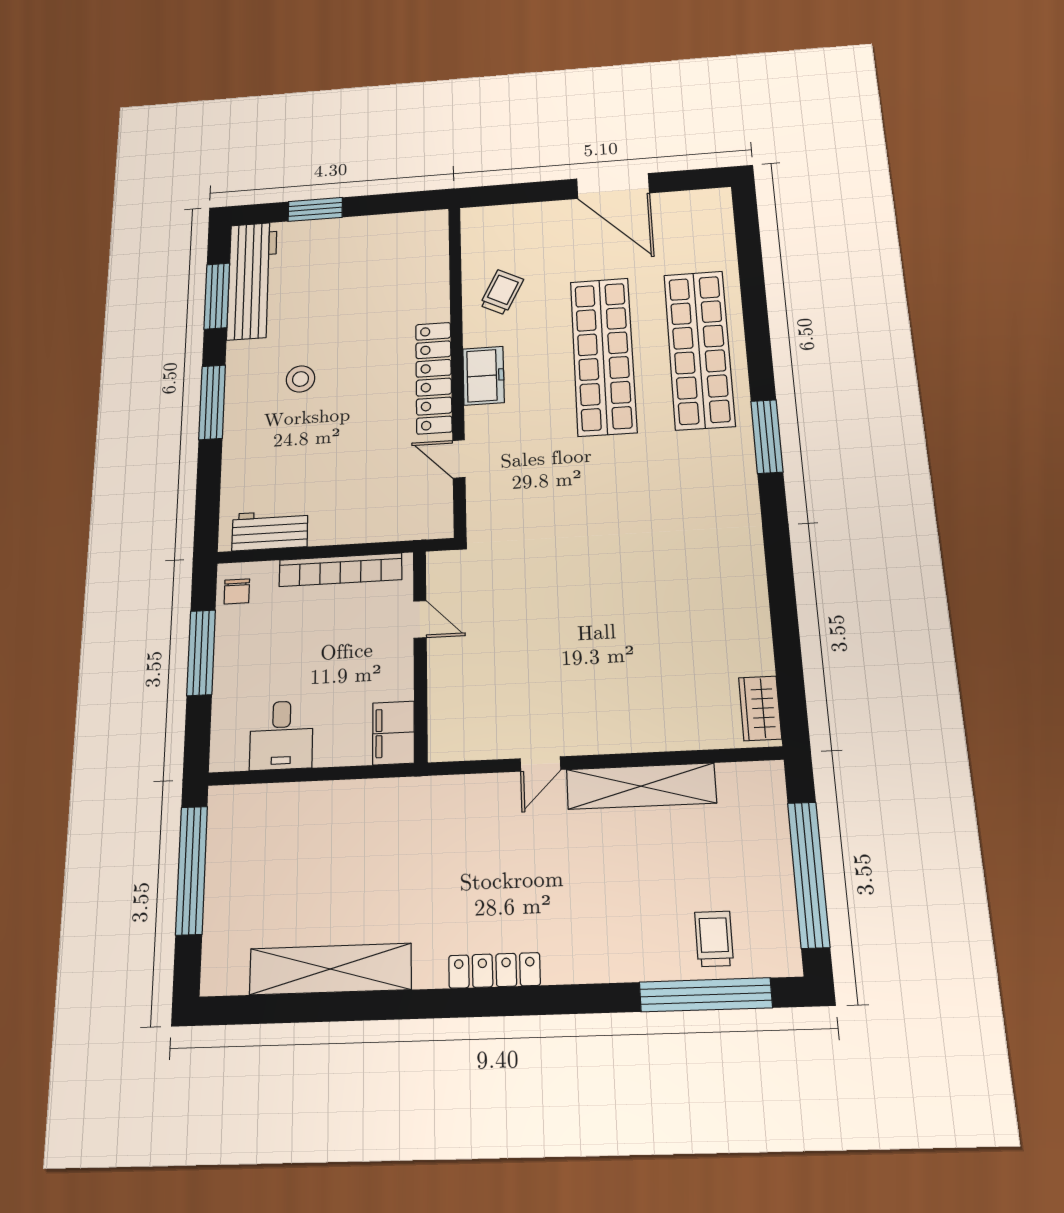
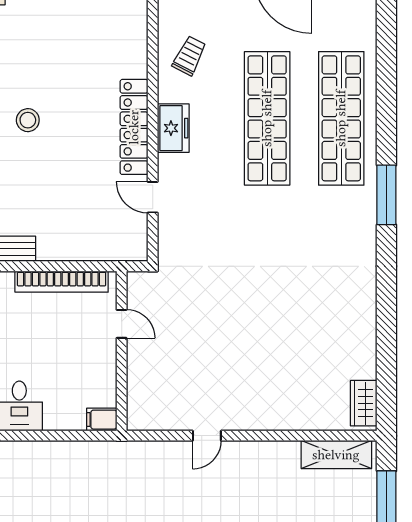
filing cabinet: (393, 733) -> (102, 420), width x0.50
shelving: (641, 786) -> (336, 455), moved, width x0.68

